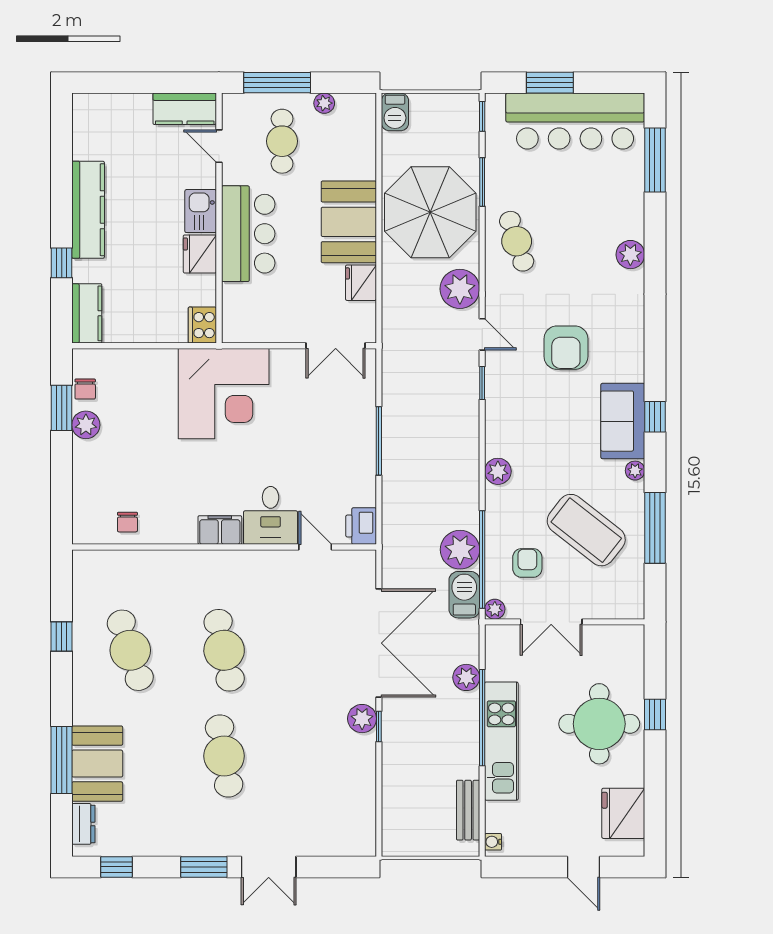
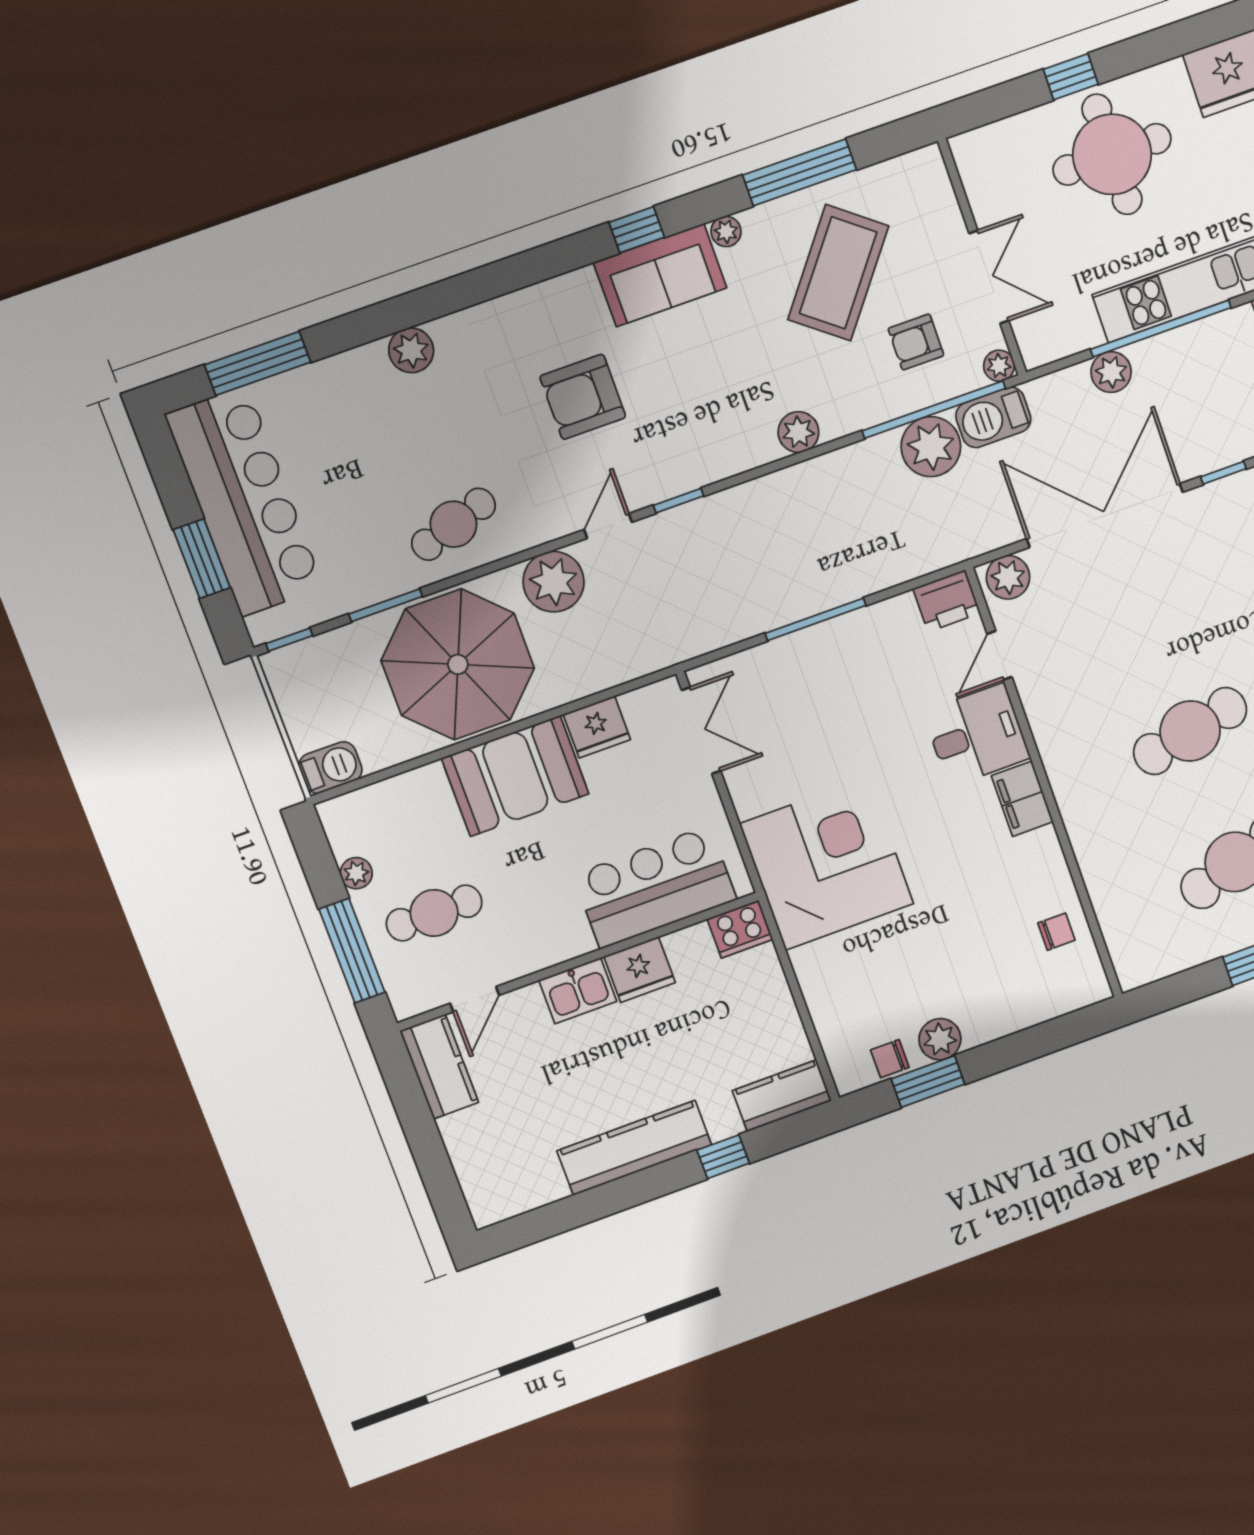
bar counter: (248, 234) -> (655, 887), moved
armchair: (566, 348) -> (583, 397), turned 180
chair: (85, 389) -> (890, 1059), turned 180
plant: (362, 719) -> (1008, 577), moved

